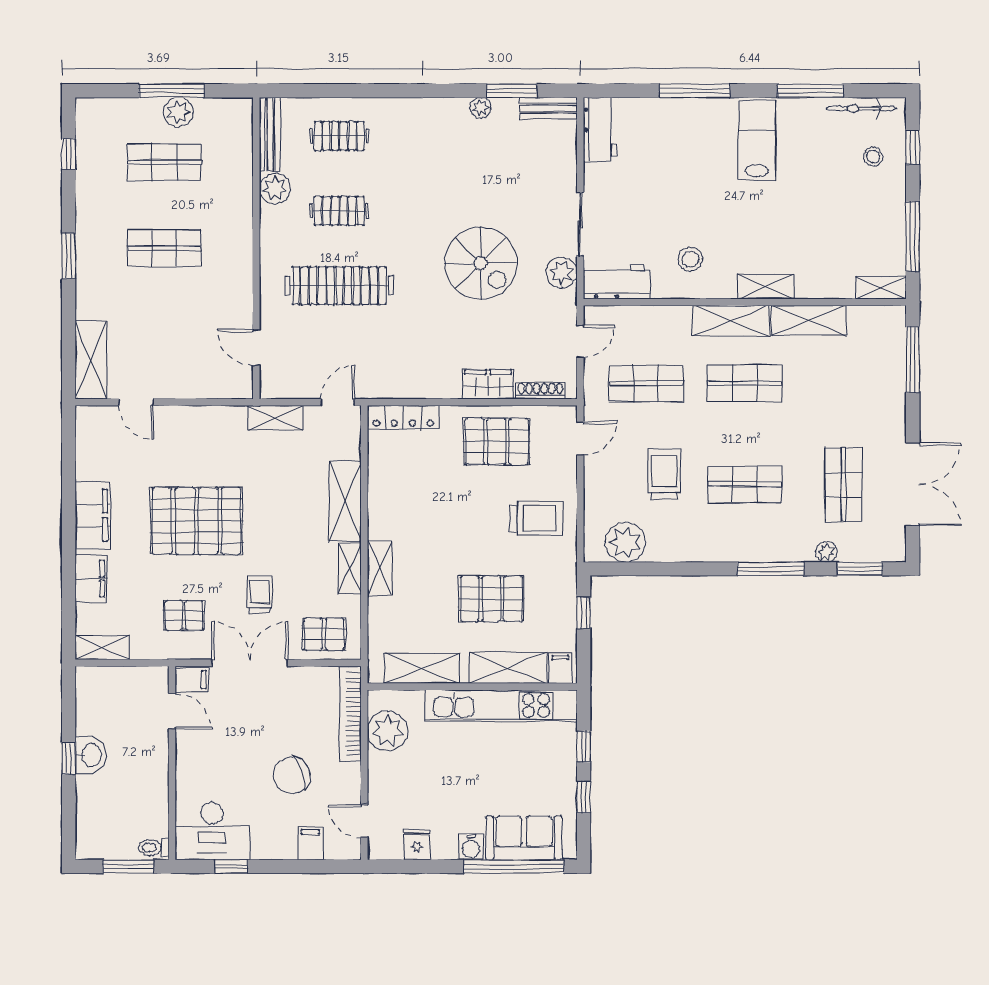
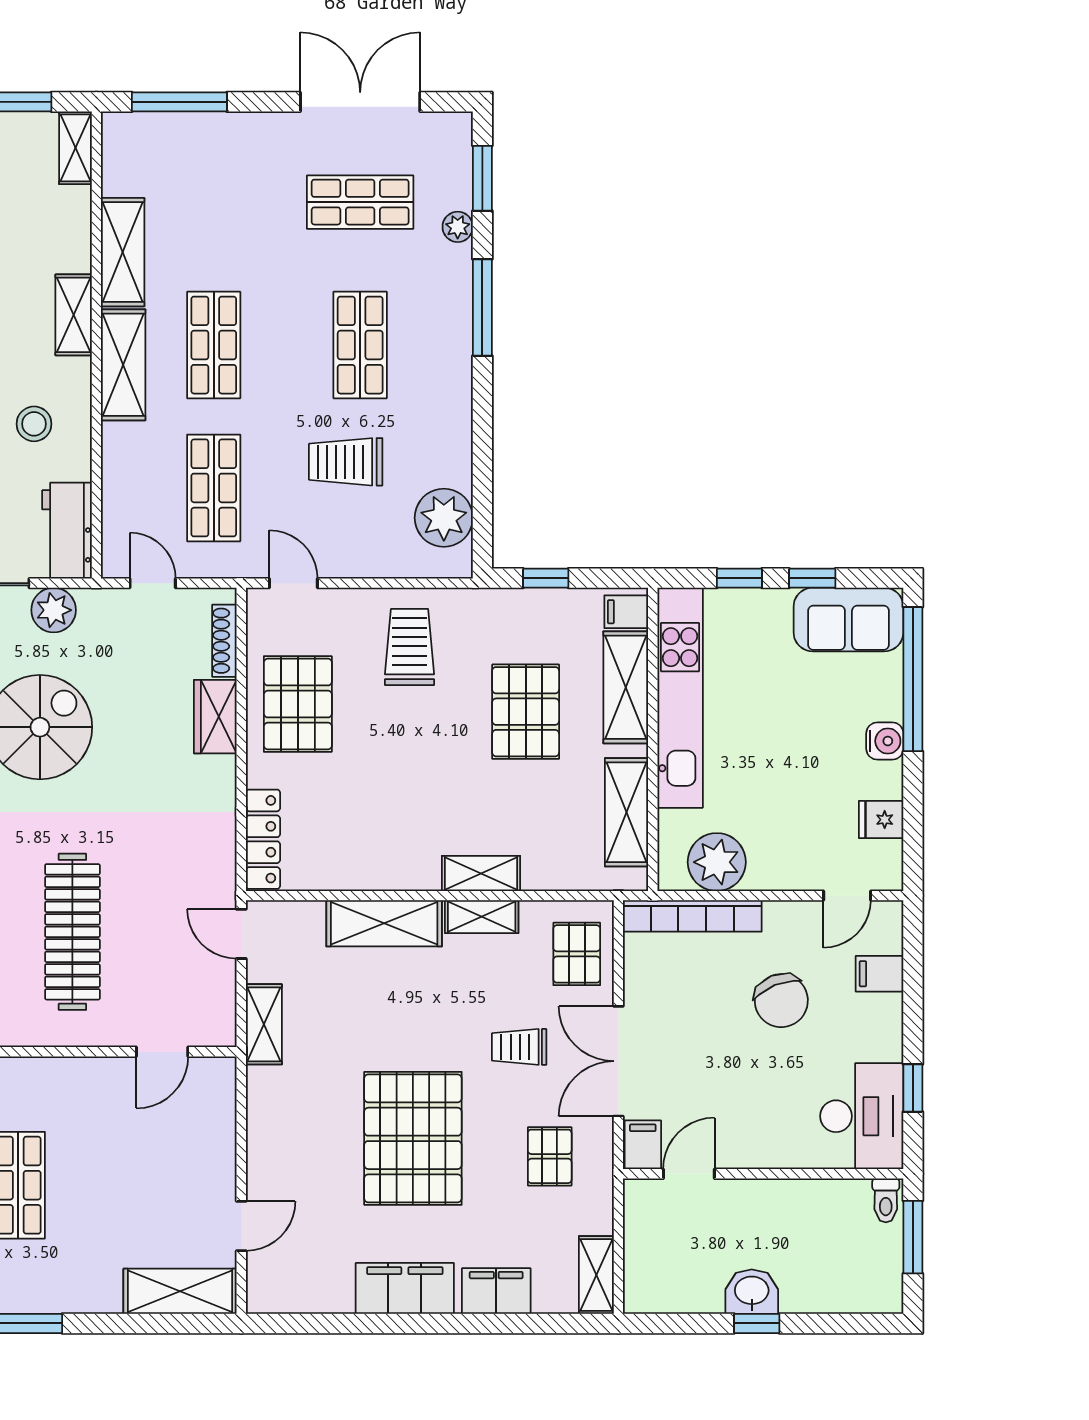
sofa: (524, 838) -> (848, 619), moved, turned -90

